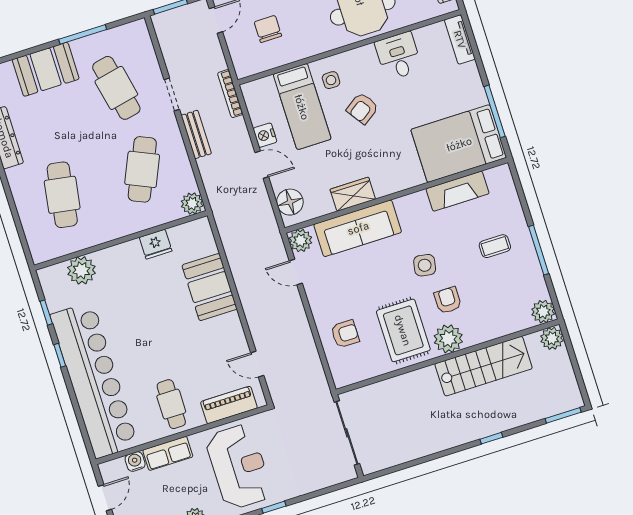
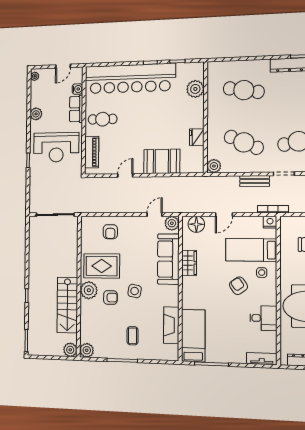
nightstand: (265, 135) -> (270, 222), moved
bed: (459, 144) -> (193, 336), width x0.67
door: (257, 364) -> (125, 175), moved
door: (105, 498) -> (63, 66), hinge flipped

